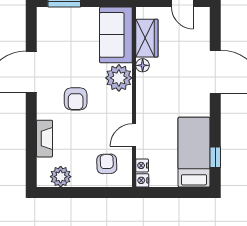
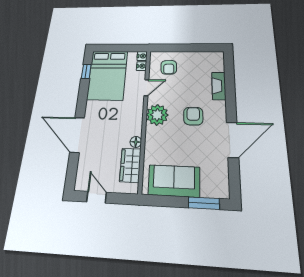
sofa: (116, 35) -> (174, 181), moved, turned -90
plant: (119, 78) -> (157, 115), moved
bed: (194, 152) -> (107, 75), width x1.50
plant: (61, 177) -> (205, 59), removed

